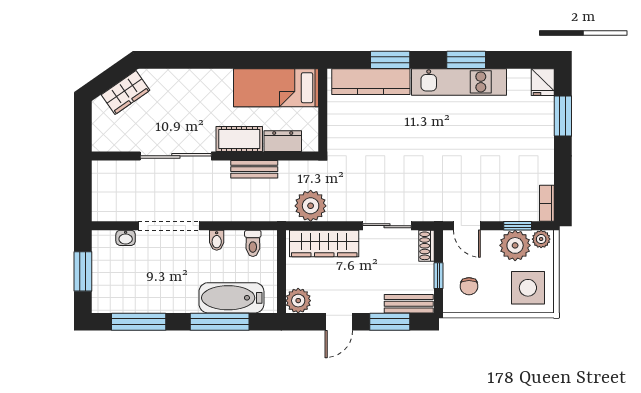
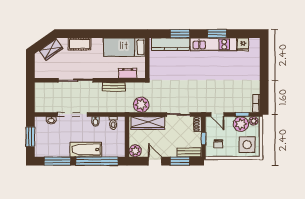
fridge: (543, 82) -> (243, 44), moved
window: (563, 116) -> (264, 61), removed
cot: (239, 139) -> (80, 44), moved
bathtub: (231, 298) -> (86, 149), moved
window: (220, 322) -> (97, 161), width x1.46
door: (339, 322) -> (155, 161), swing flipped

